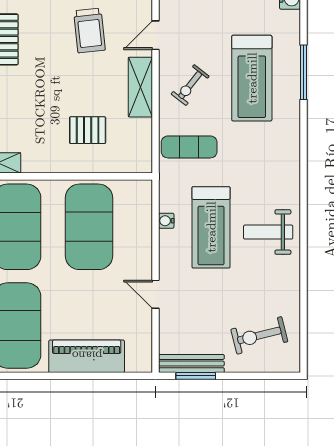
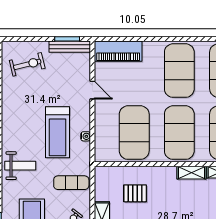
treadmill: (211, 227) -> (58, 132), turned 180
weight bench: (268, 232) -> (20, 166), moved
piano: (87, 356) -> (118, 51), moved

